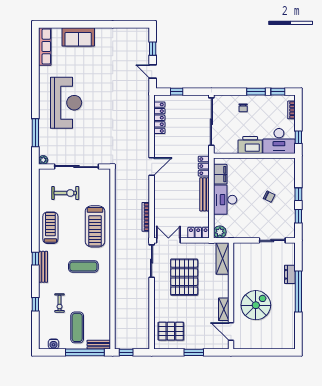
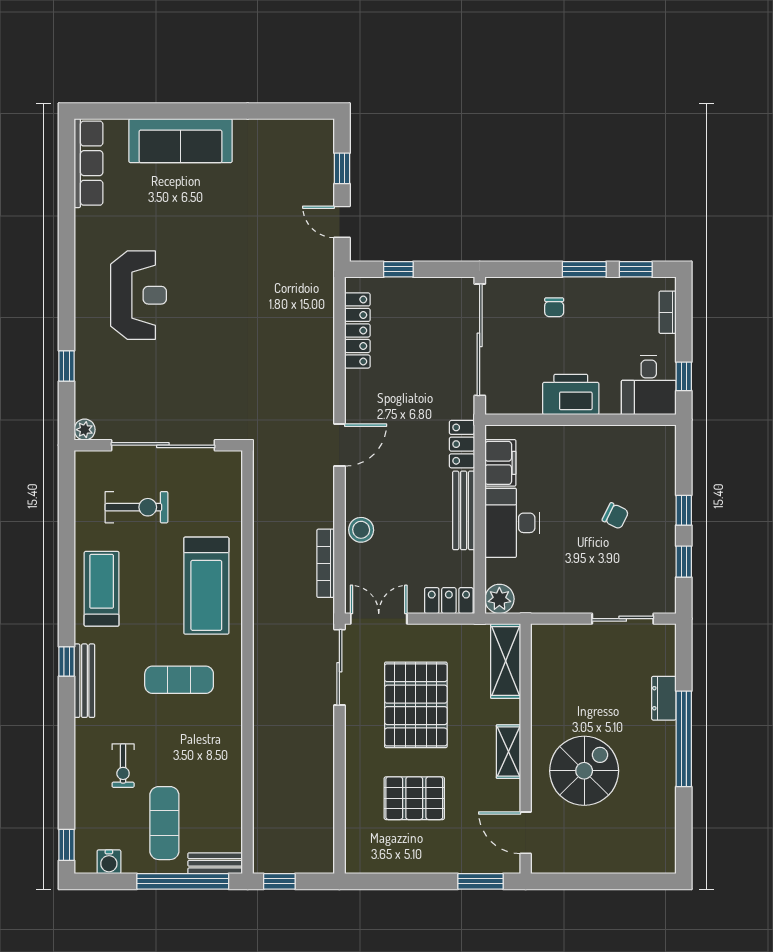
sofa: (78, 37) -> (180, 141), width x1.36
reception desk: (66, 103) -> (139, 295), width x0.74, depth x0.77
window: (35, 133) -> (66, 366), width x0.46
desk: (279, 141) -> (649, 385), width x0.73
stool: (161, 203) -> (361, 530), added
window: (35, 304) -> (66, 845), moved
shelving: (224, 309) -> (508, 752), moved
pallet: (171, 331) -> (414, 798), moved
window: (194, 352) -> (481, 881), moved

